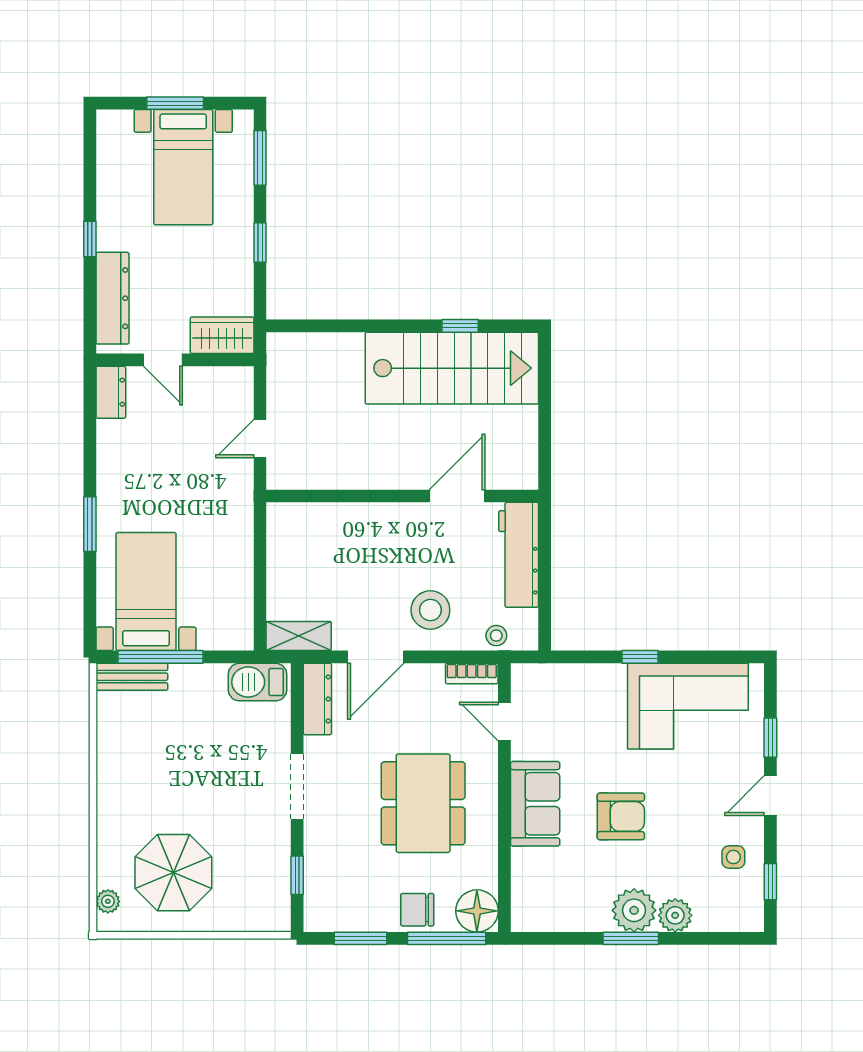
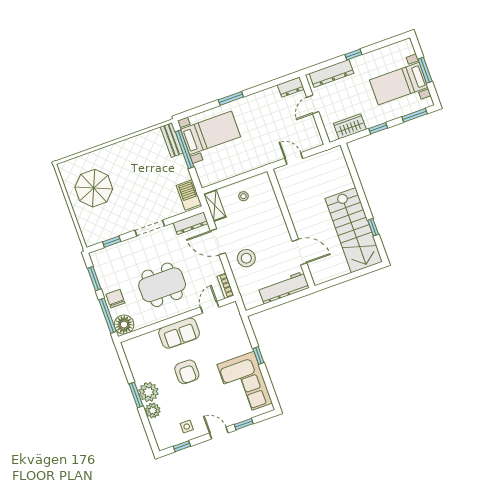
wardrobe: (222, 335) -> (350, 126), moved, turned -90
stool: (496, 636) -> (243, 196), moved
plant: (108, 901) -> (71, 164), removed

